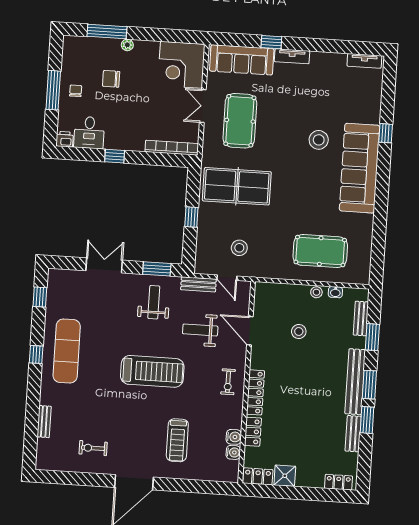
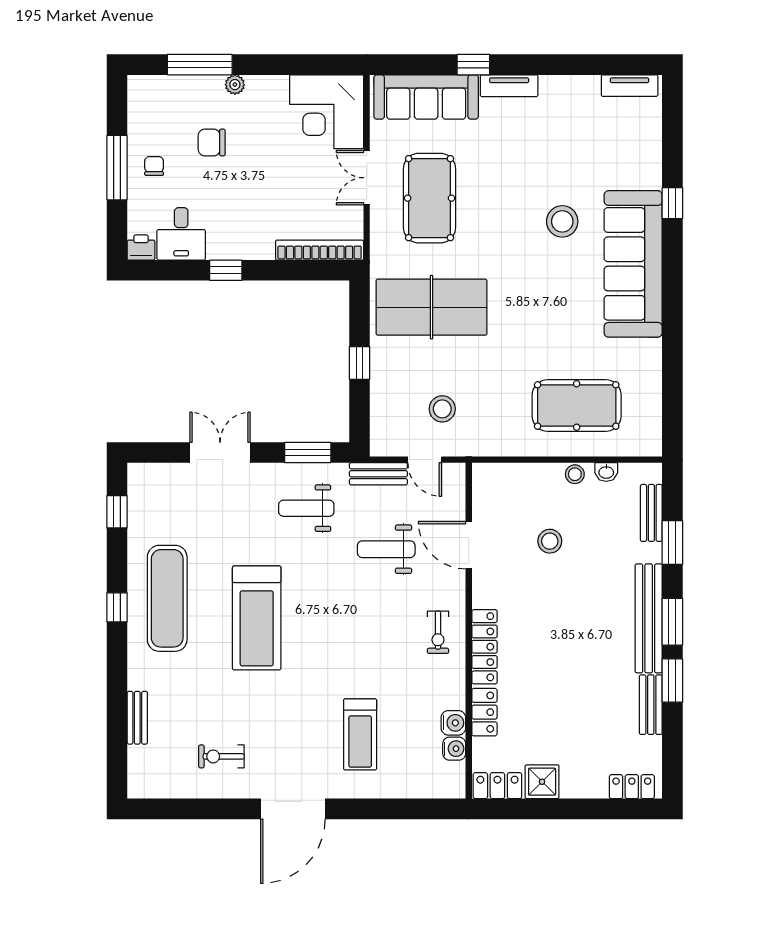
weight bench: (154, 302) -> (306, 508), turned -90
treadmill: (152, 371) -> (257, 618), moved, turned 90

